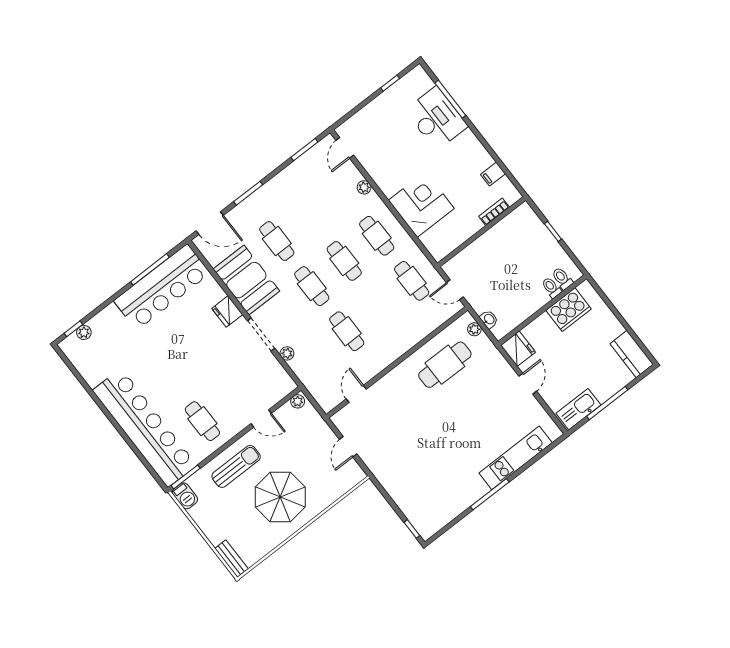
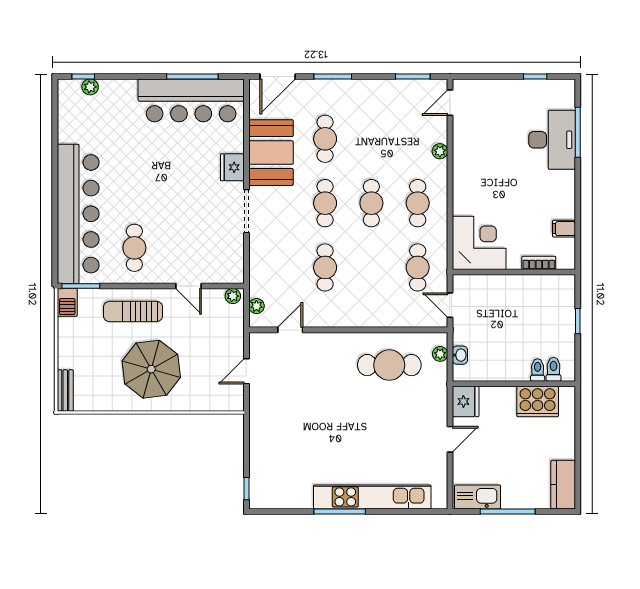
corner desk: (421, 204) -> (479, 243), moved
door: (210, 223) -> (278, 76), hinge flipped
plant: (287, 353) -> (256, 306), moved
kitchen unit: (516, 458) -> (372, 497), width x1.36
sun lounger: (236, 466) -> (133, 311), turned 180

